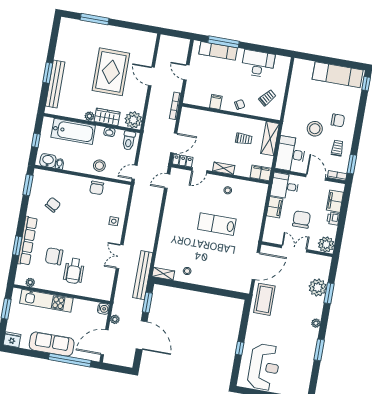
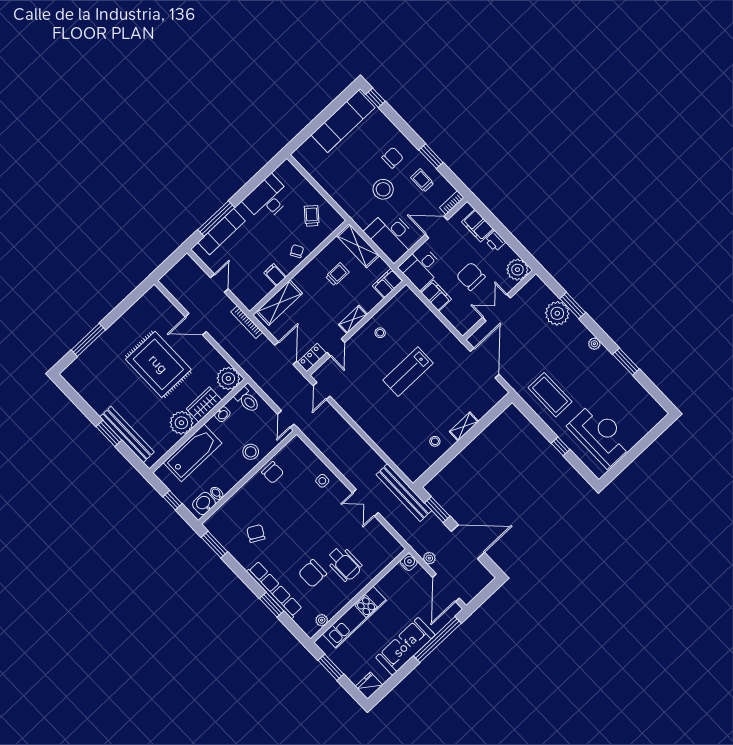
door: (186, 72) -> (219, 283), swing flipped
plant: (89, 116) -> (181, 423), width x1.87, depth x1.87
shelving: (201, 117) -> (279, 303), added
window: (352, 164) -> (431, 156), moved
shelving: (163, 274) -> (464, 426), moved
coffee table: (264, 299) -> (550, 395), moved

